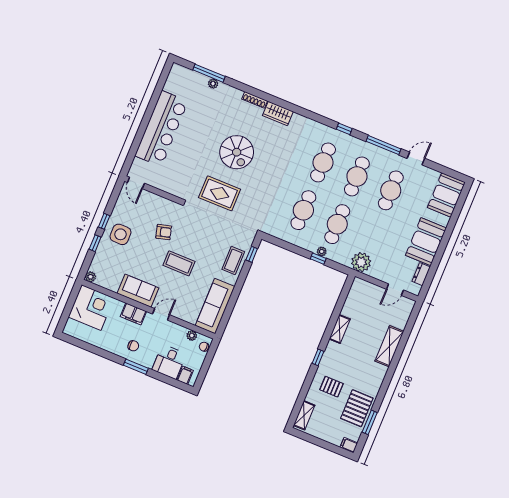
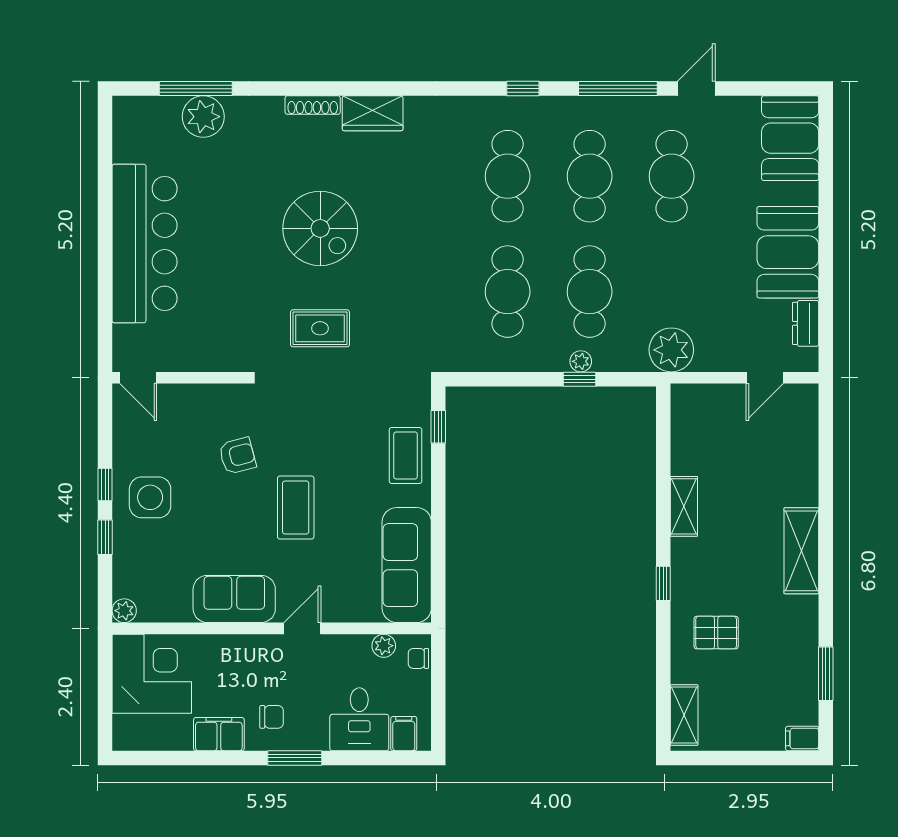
plant: (213, 84) -> (203, 117), width x1.88, depth x1.88
rug: (220, 193) -> (320, 328), width x0.73, depth x0.70
coffee table: (179, 263) -> (296, 508), turned 90
filing cabinet: (133, 314) -> (219, 734), moved, turned 180
shelving: (389, 346) -> (801, 551), moved
pallet: (357, 408) -> (787, 655), removed

